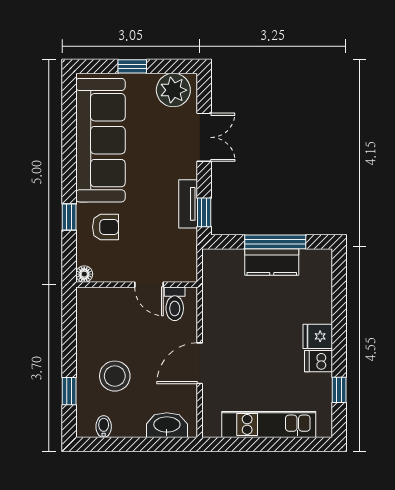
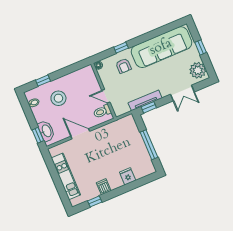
tv unit: (188, 204) -> (145, 100), width x1.41
kitchen counter: (272, 262) -> (139, 147), removed
door: (149, 285) -> (106, 96), hinge flipped
fridge: (318, 336) -> (128, 176), moved
window: (168, 444) -> (38, 135), added

